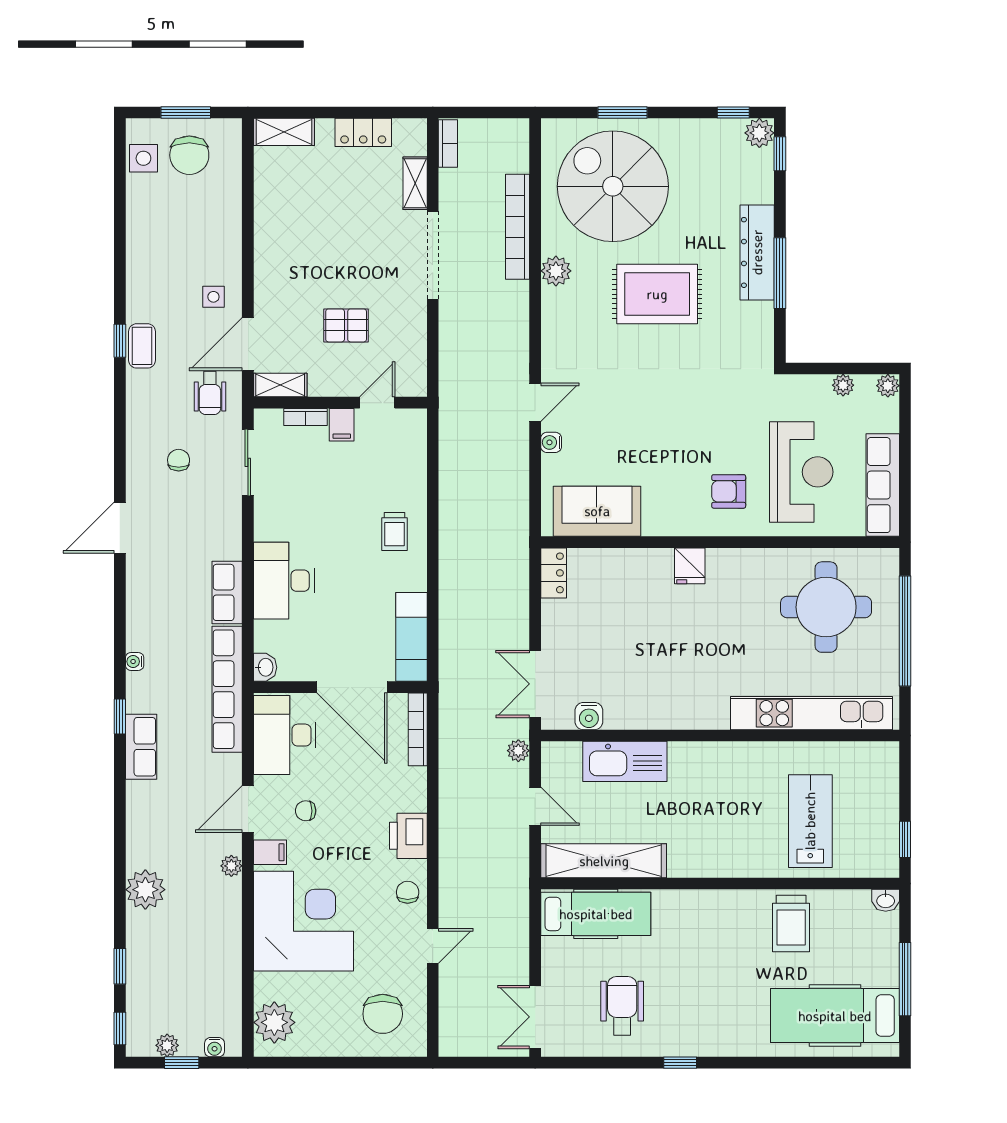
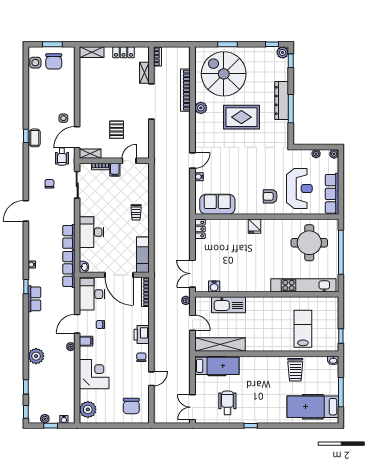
pallet: (346, 325) -> (117, 130), turned 90
row of seats: (227, 689) -> (69, 269), width x0.73
corner desk: (303, 921) -> (94, 374), width x0.74, depth x0.74

